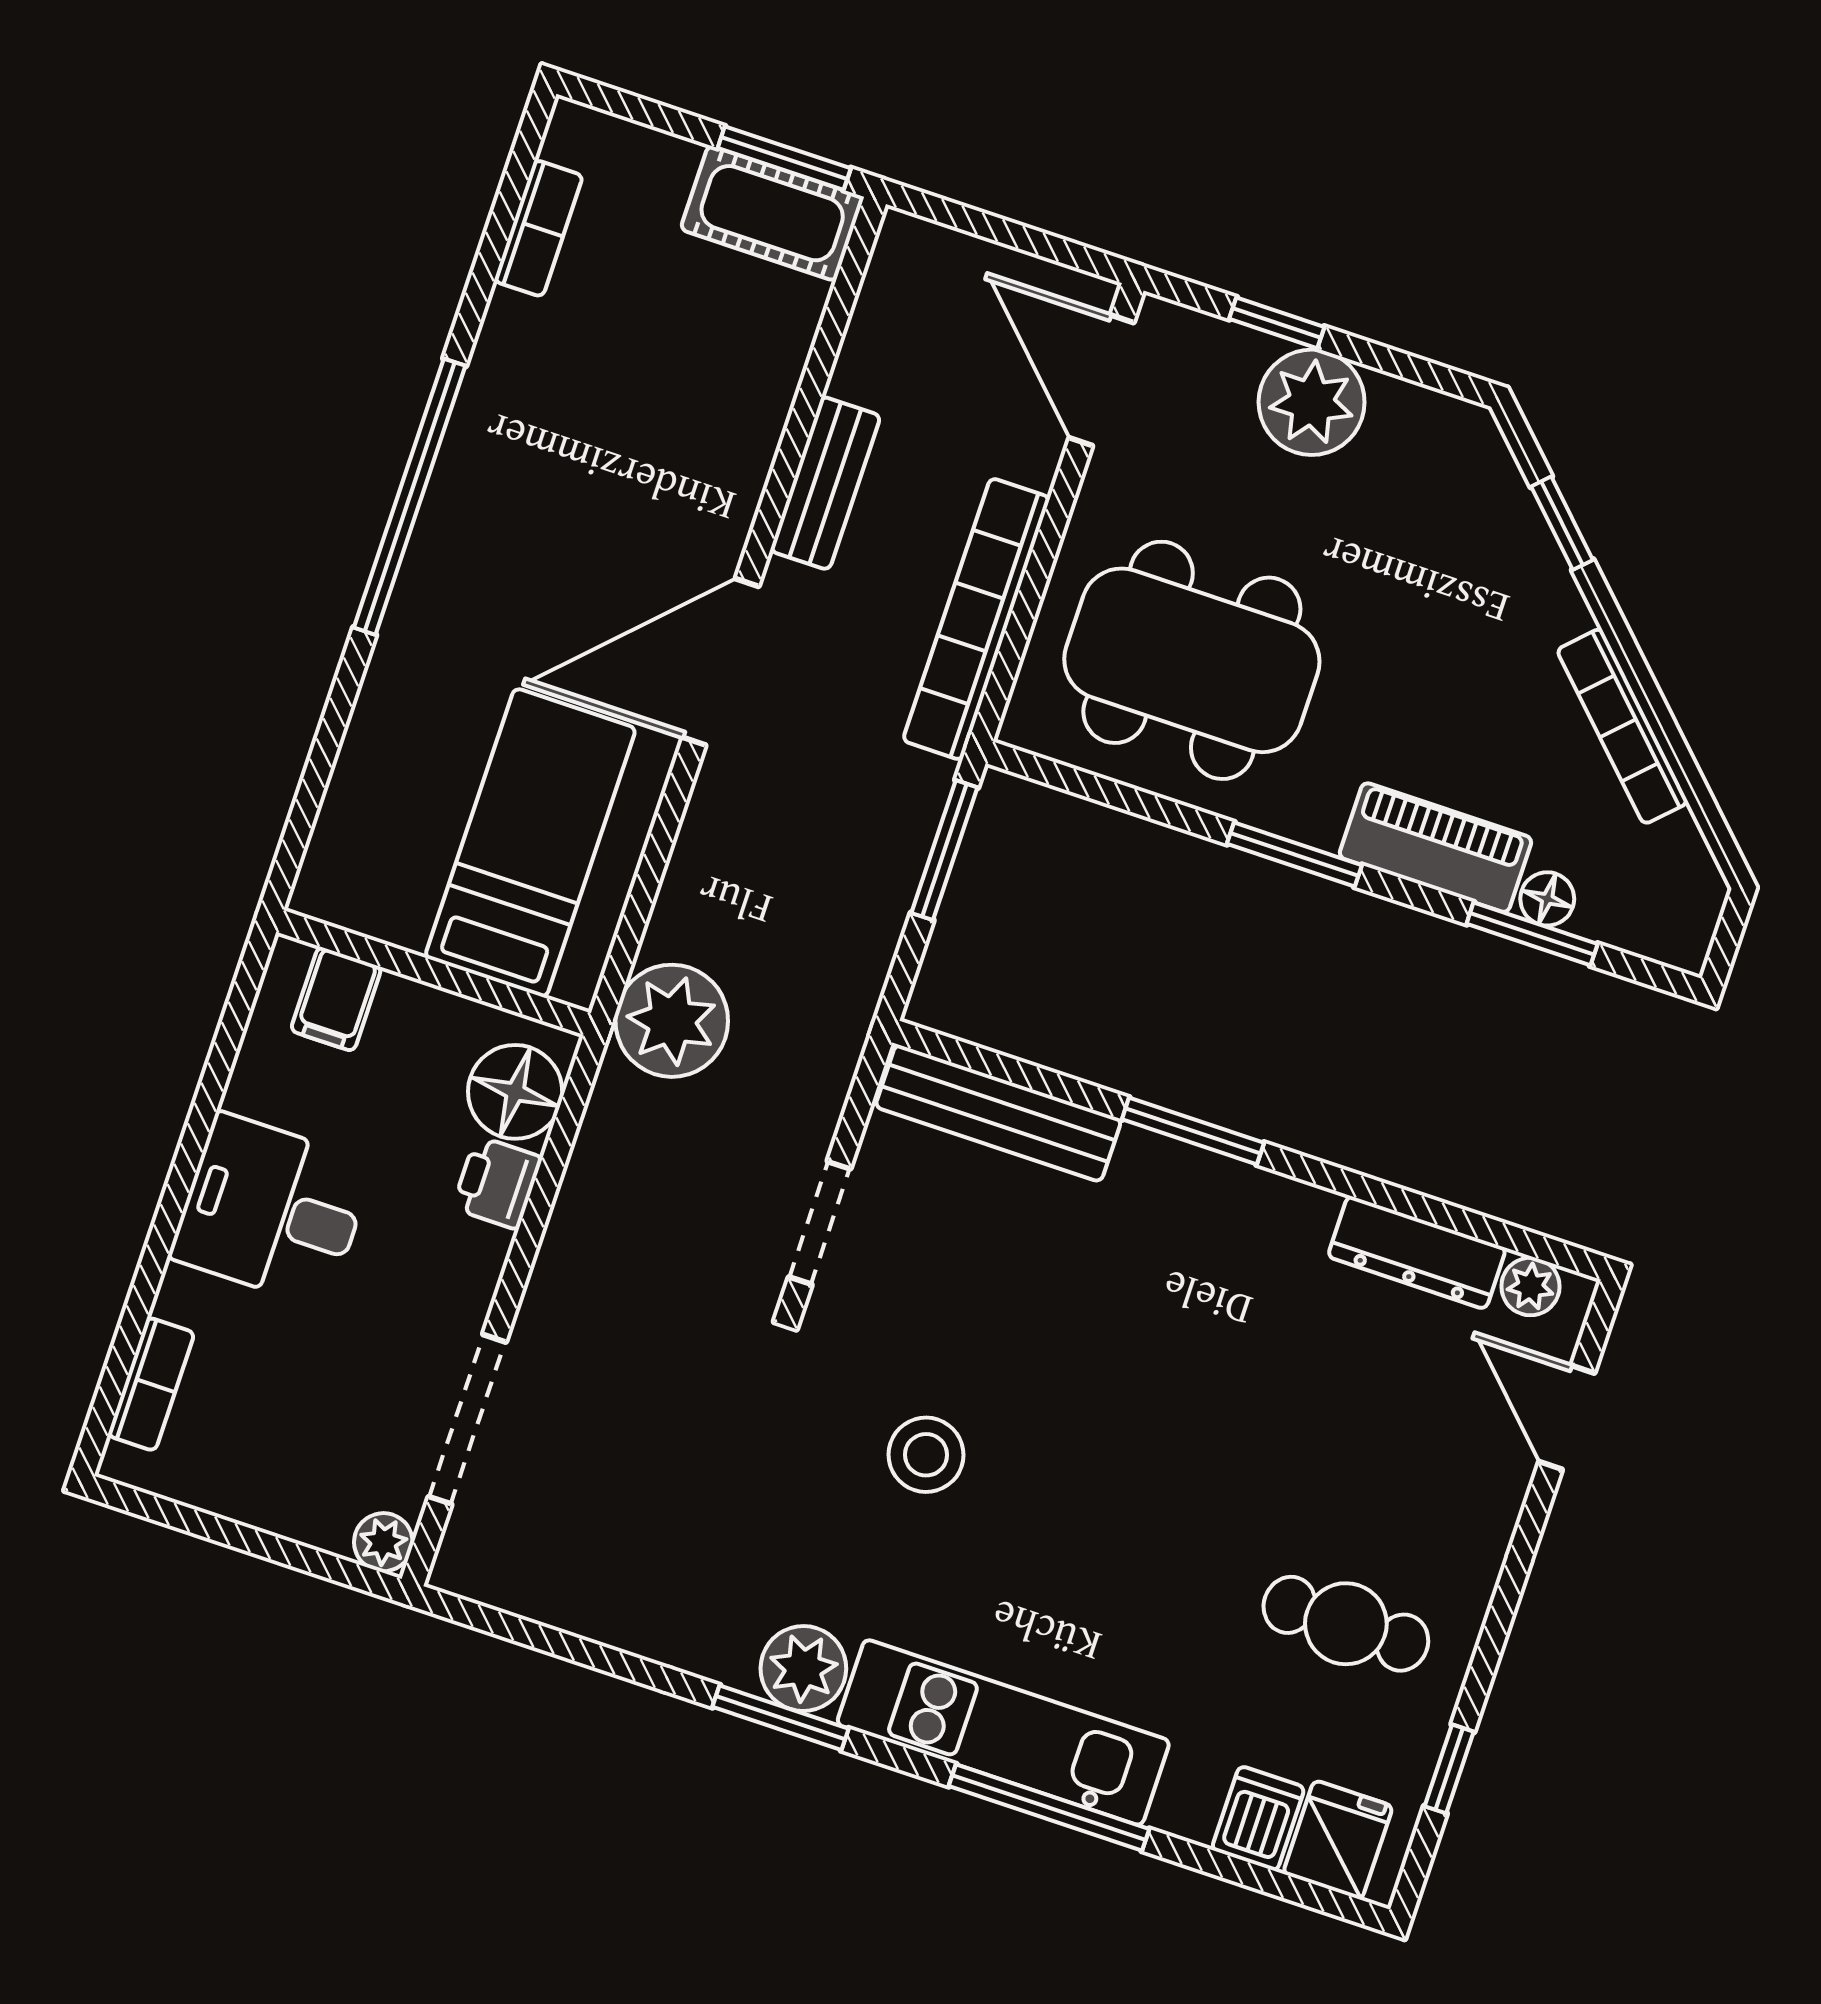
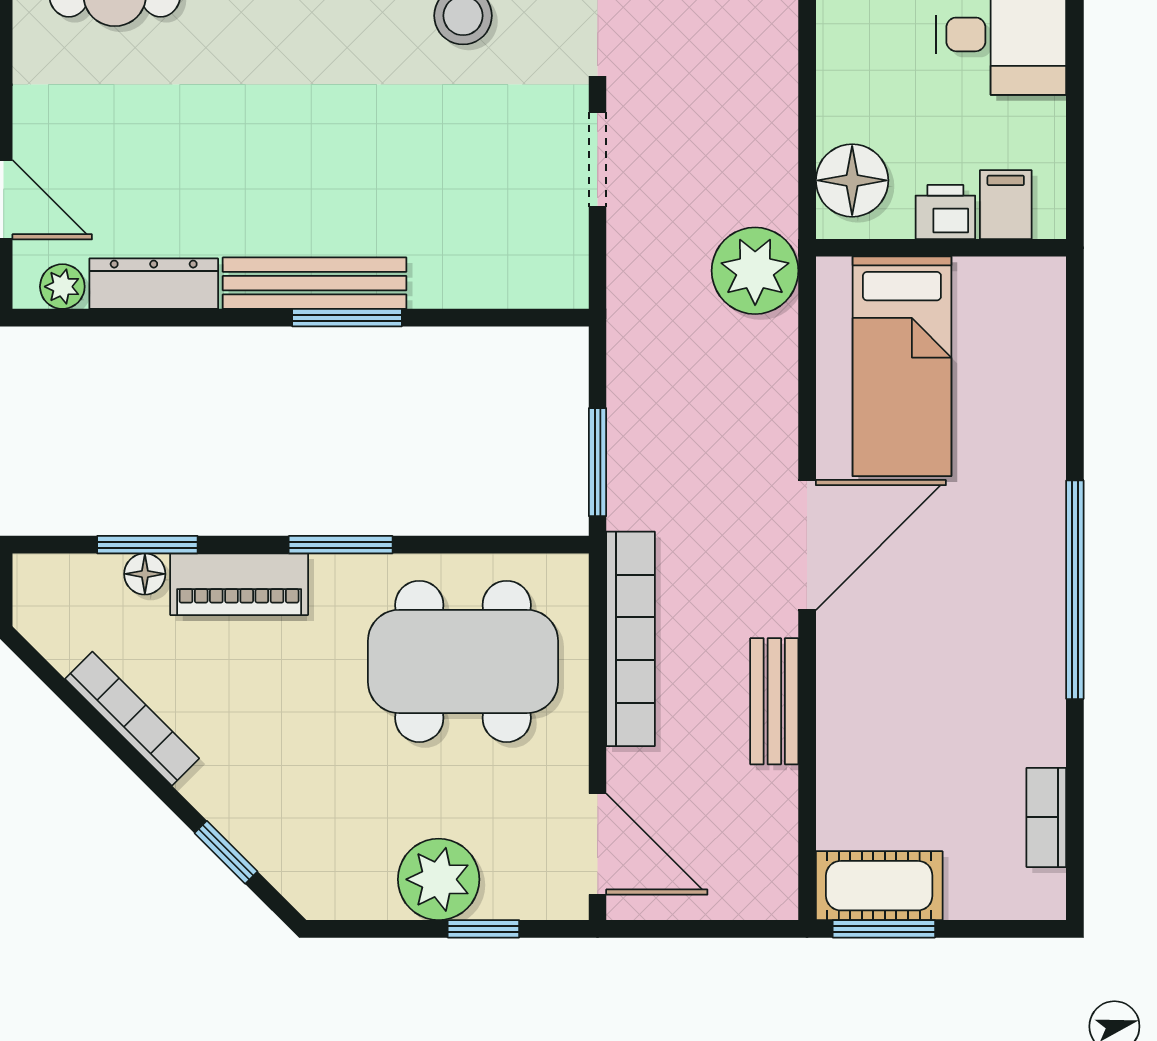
bench: (998, 1113) -> (315, 283), moved
printer: (497, 1183) -> (945, 212), moved, turned -90

